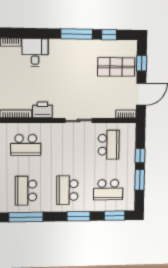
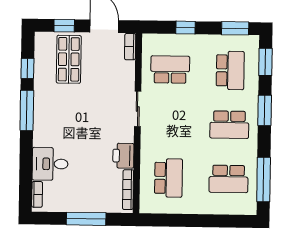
window: (140, 180) -> (235, 28), moved

